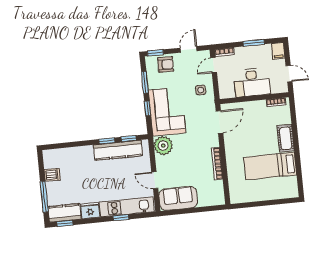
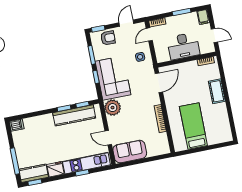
bed: (270, 166) -> (193, 126), moved, turned 90
dishwasher: (52, 175) -> (17, 125), moved

